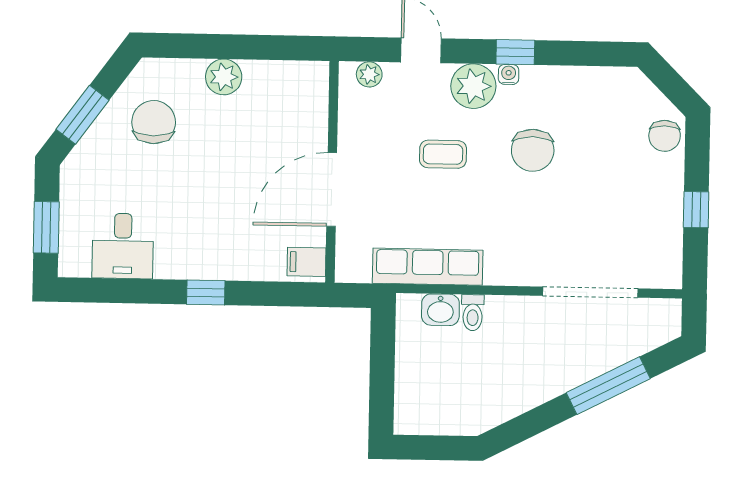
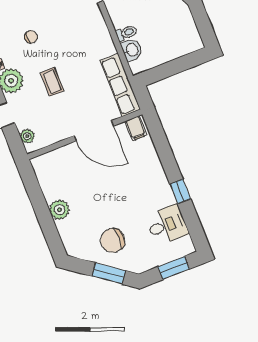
chair: (154, 122) -> (113, 240), moved
chair: (533, 150) -> (31, 37), width x0.54, depth x0.54
row of seats: (428, 267) -> (120, 85), moved
window: (206, 292) -> (180, 191), moved

